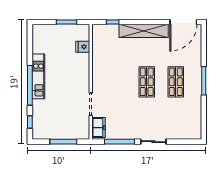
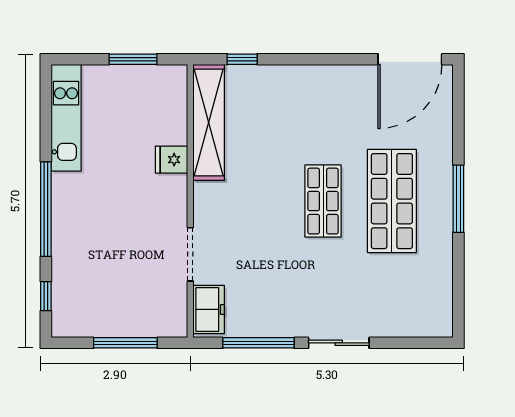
shelving: (144, 31) -> (209, 122), moved, turned 90
fridge: (83, 47) -> (171, 160), moved
kitchen unit: (38, 76) -> (66, 118), moved
shop shelf: (176, 82) -> (392, 201), width x1.43, depth x1.36

